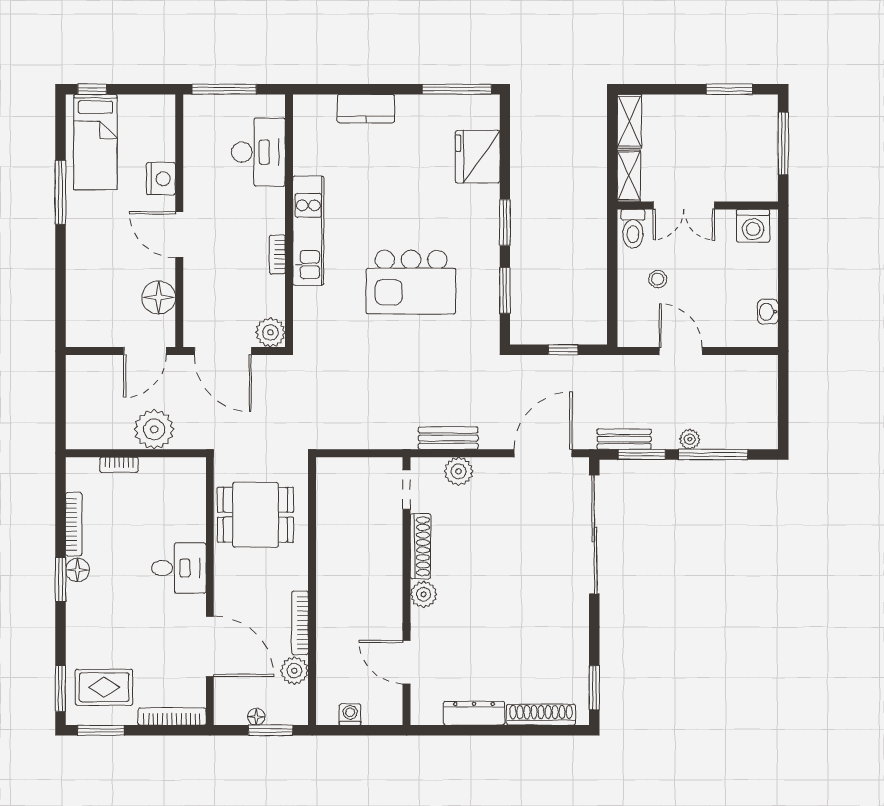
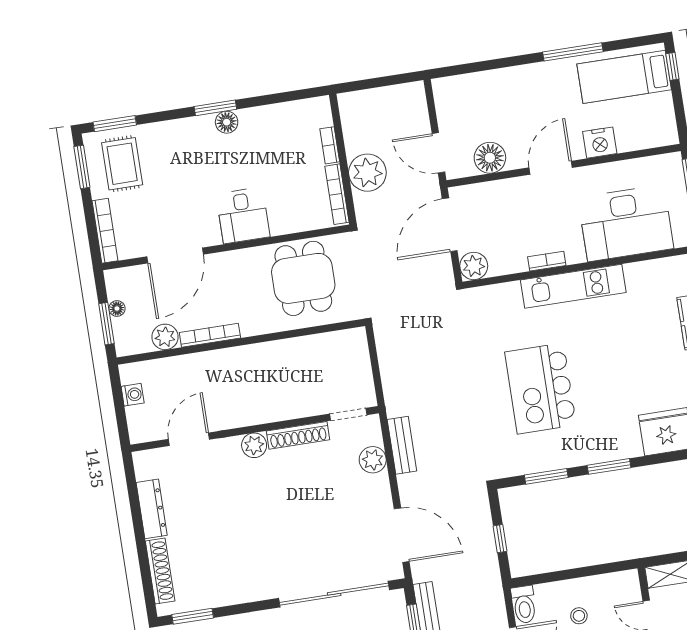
desk: (258, 152) -> (626, 223), width x1.36, depth x1.30
toilet: (633, 229) -> (524, 605), moved, turned -90
bookcase: (74, 524) -> (337, 194), moved, turned 90

